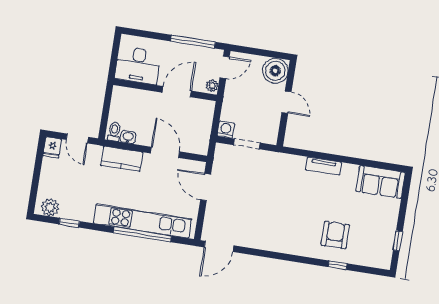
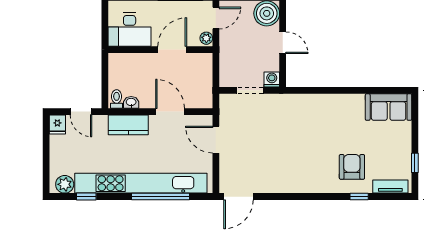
washing machine: (226, 130) -> (272, 79), moved
tv unit: (323, 166) -> (390, 187), moved, turned 180
kitchen unit: (142, 221) -> (141, 183), width x1.36

